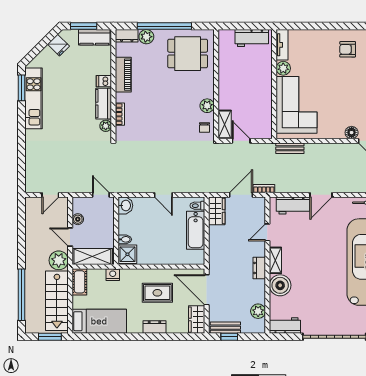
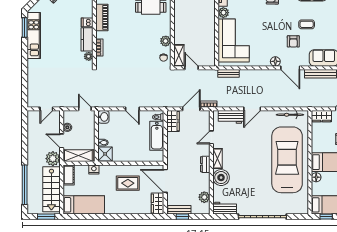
dresser: (154, 327) -> (126, 209), removed

